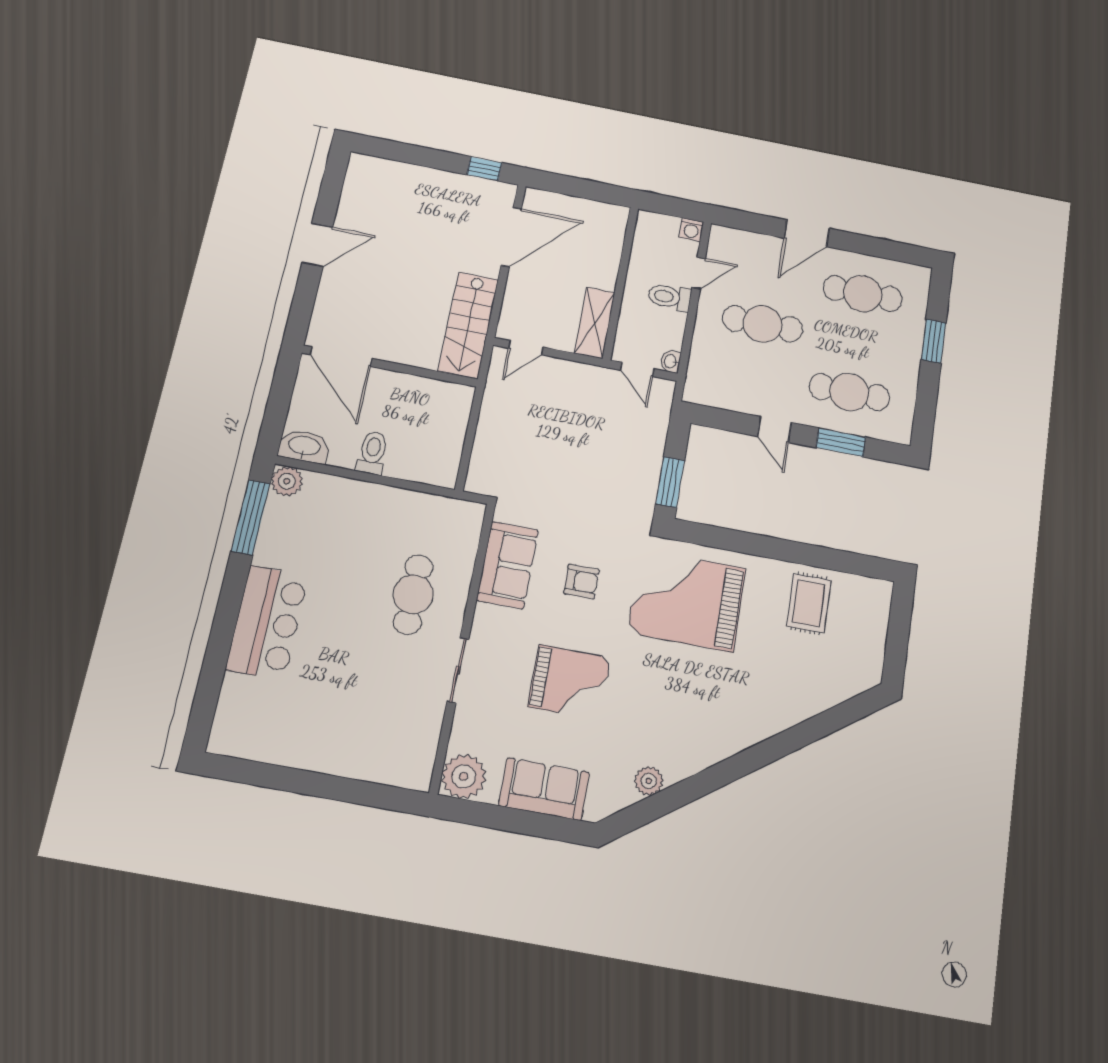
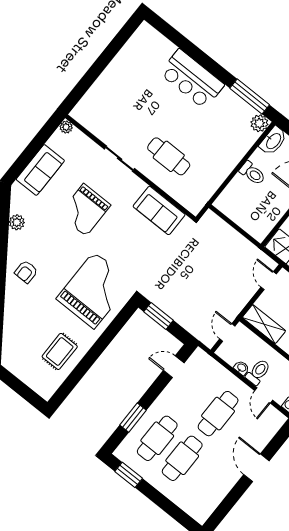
cafe table: (863, 293) -> (182, 458), moved
window: (933, 341) -> (129, 475), moved
washbasin: (671, 361) -> (242, 368), moved
door: (637, 369) -> (227, 333), hinge flipped
door: (774, 429) -> (174, 367), moved
armchair: (581, 581) -> (26, 272), moved
rug: (809, 603) -> (60, 351), turned 90
plant: (464, 776) -> (66, 127), width x0.53, depth x0.53

